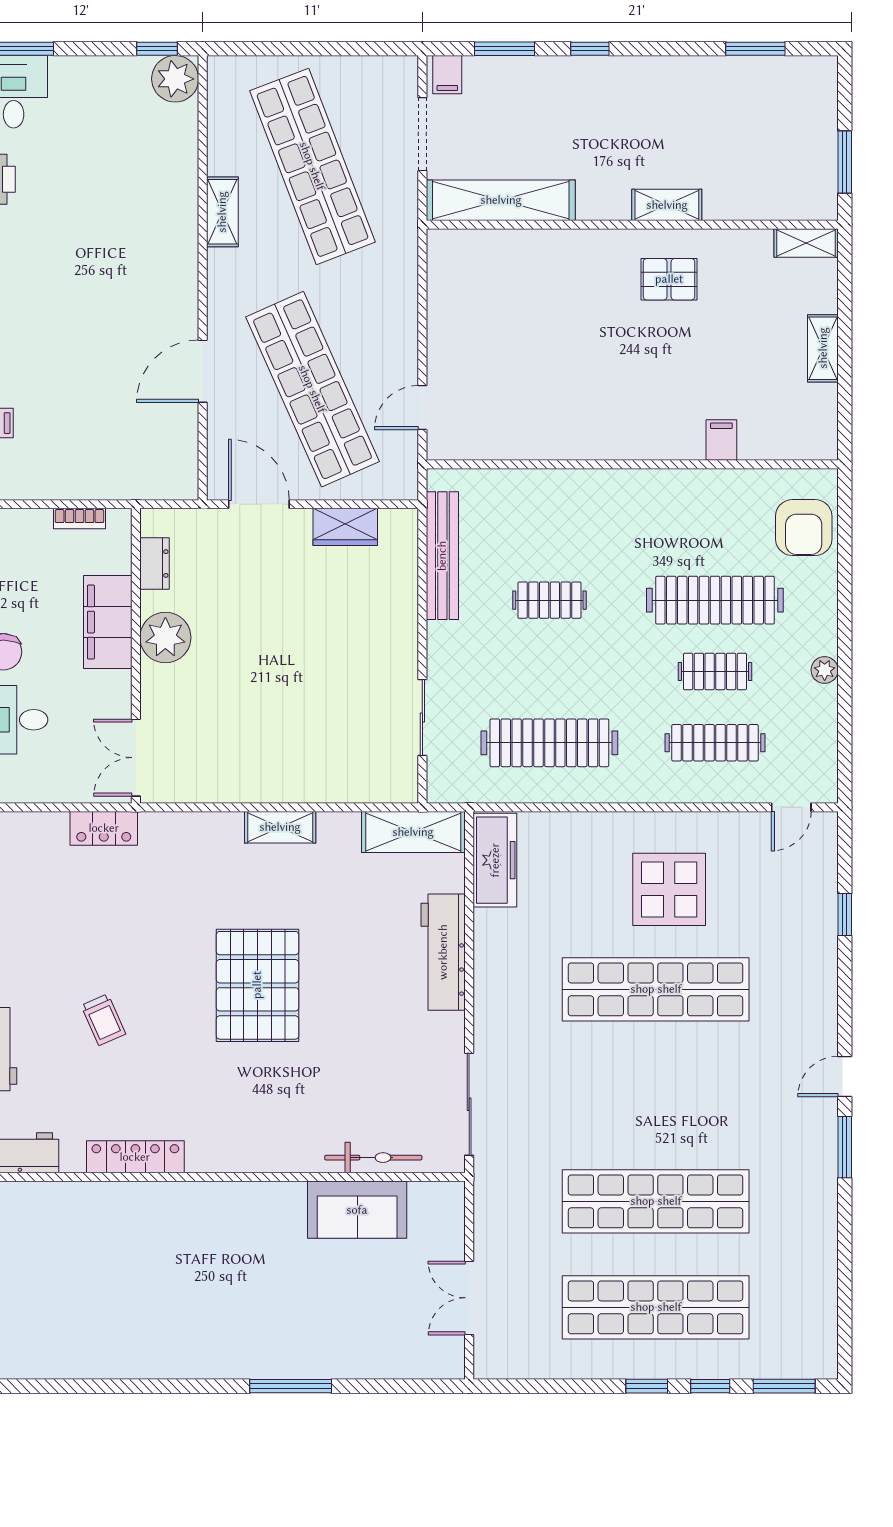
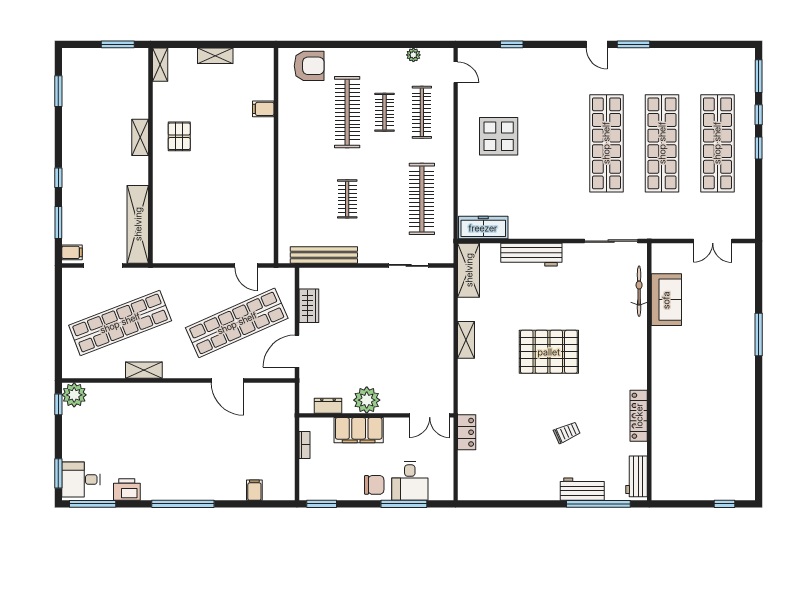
plant: (825, 670) -> (413, 55), moved
shop shelf: (656, 989) -> (606, 143), moved

